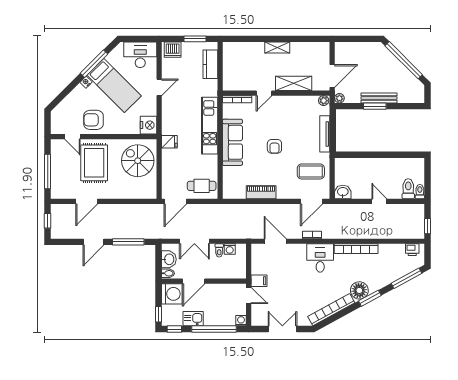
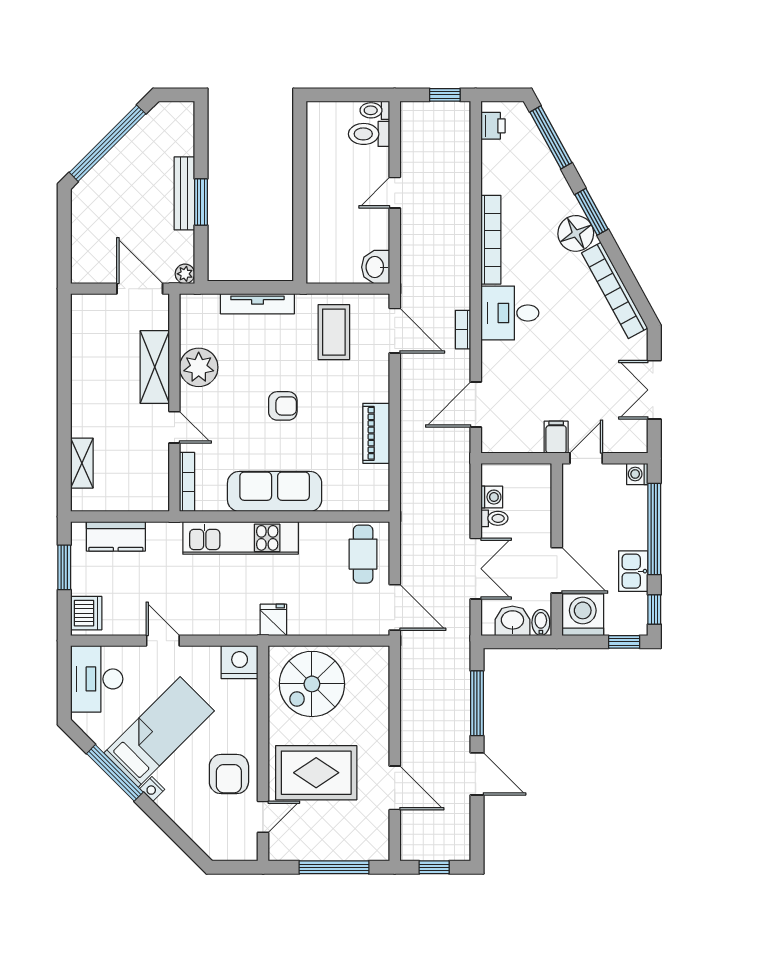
shelving: (277, 48) -> (82, 463), moved
plant: (324, 101) -> (199, 367), moved, width x1.87, depth x1.87

